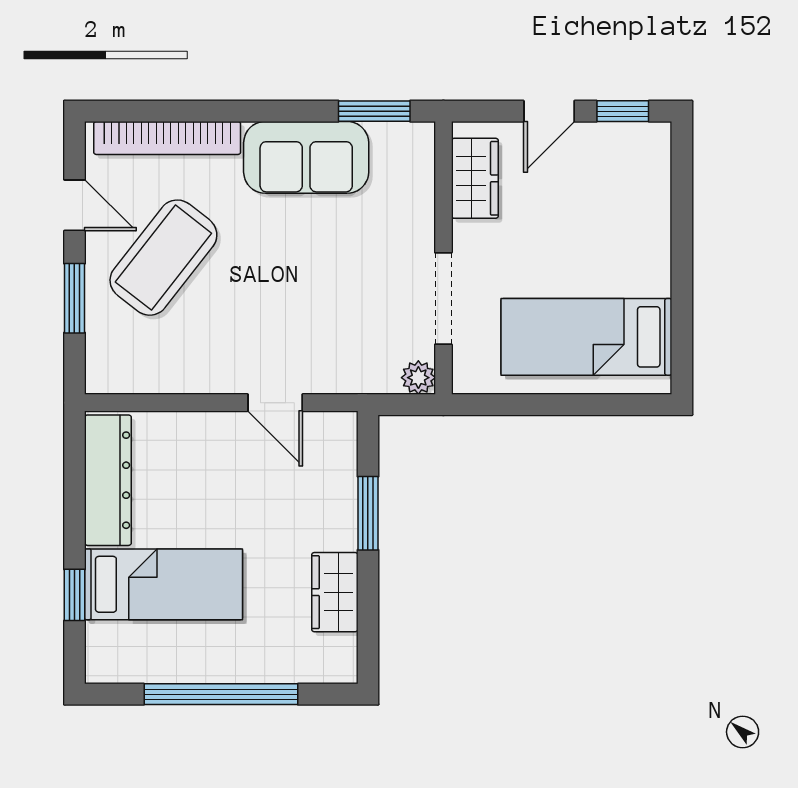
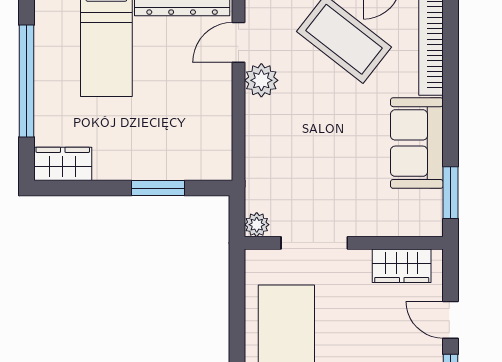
plant: (220, 371) -> (261, 80), added
door: (275, 403) -> (238, 42), moved
wardrobe: (335, 592) -> (63, 164), moved

